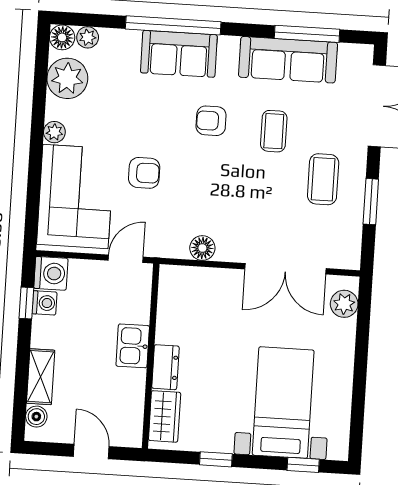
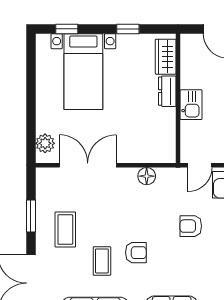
armchair: (211, 121) -> (136, 253), moved

